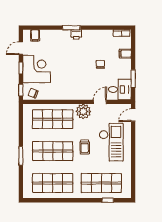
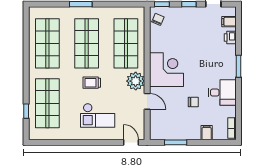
printer: (76, 34) -> (230, 38), moved
corner desk: (37, 69) -> (167, 70), moved, turned -90
desk: (120, 89) -> (222, 93), moved, turned -90
checkout: (111, 142) -> (98, 115), width x0.73, depth x0.83

